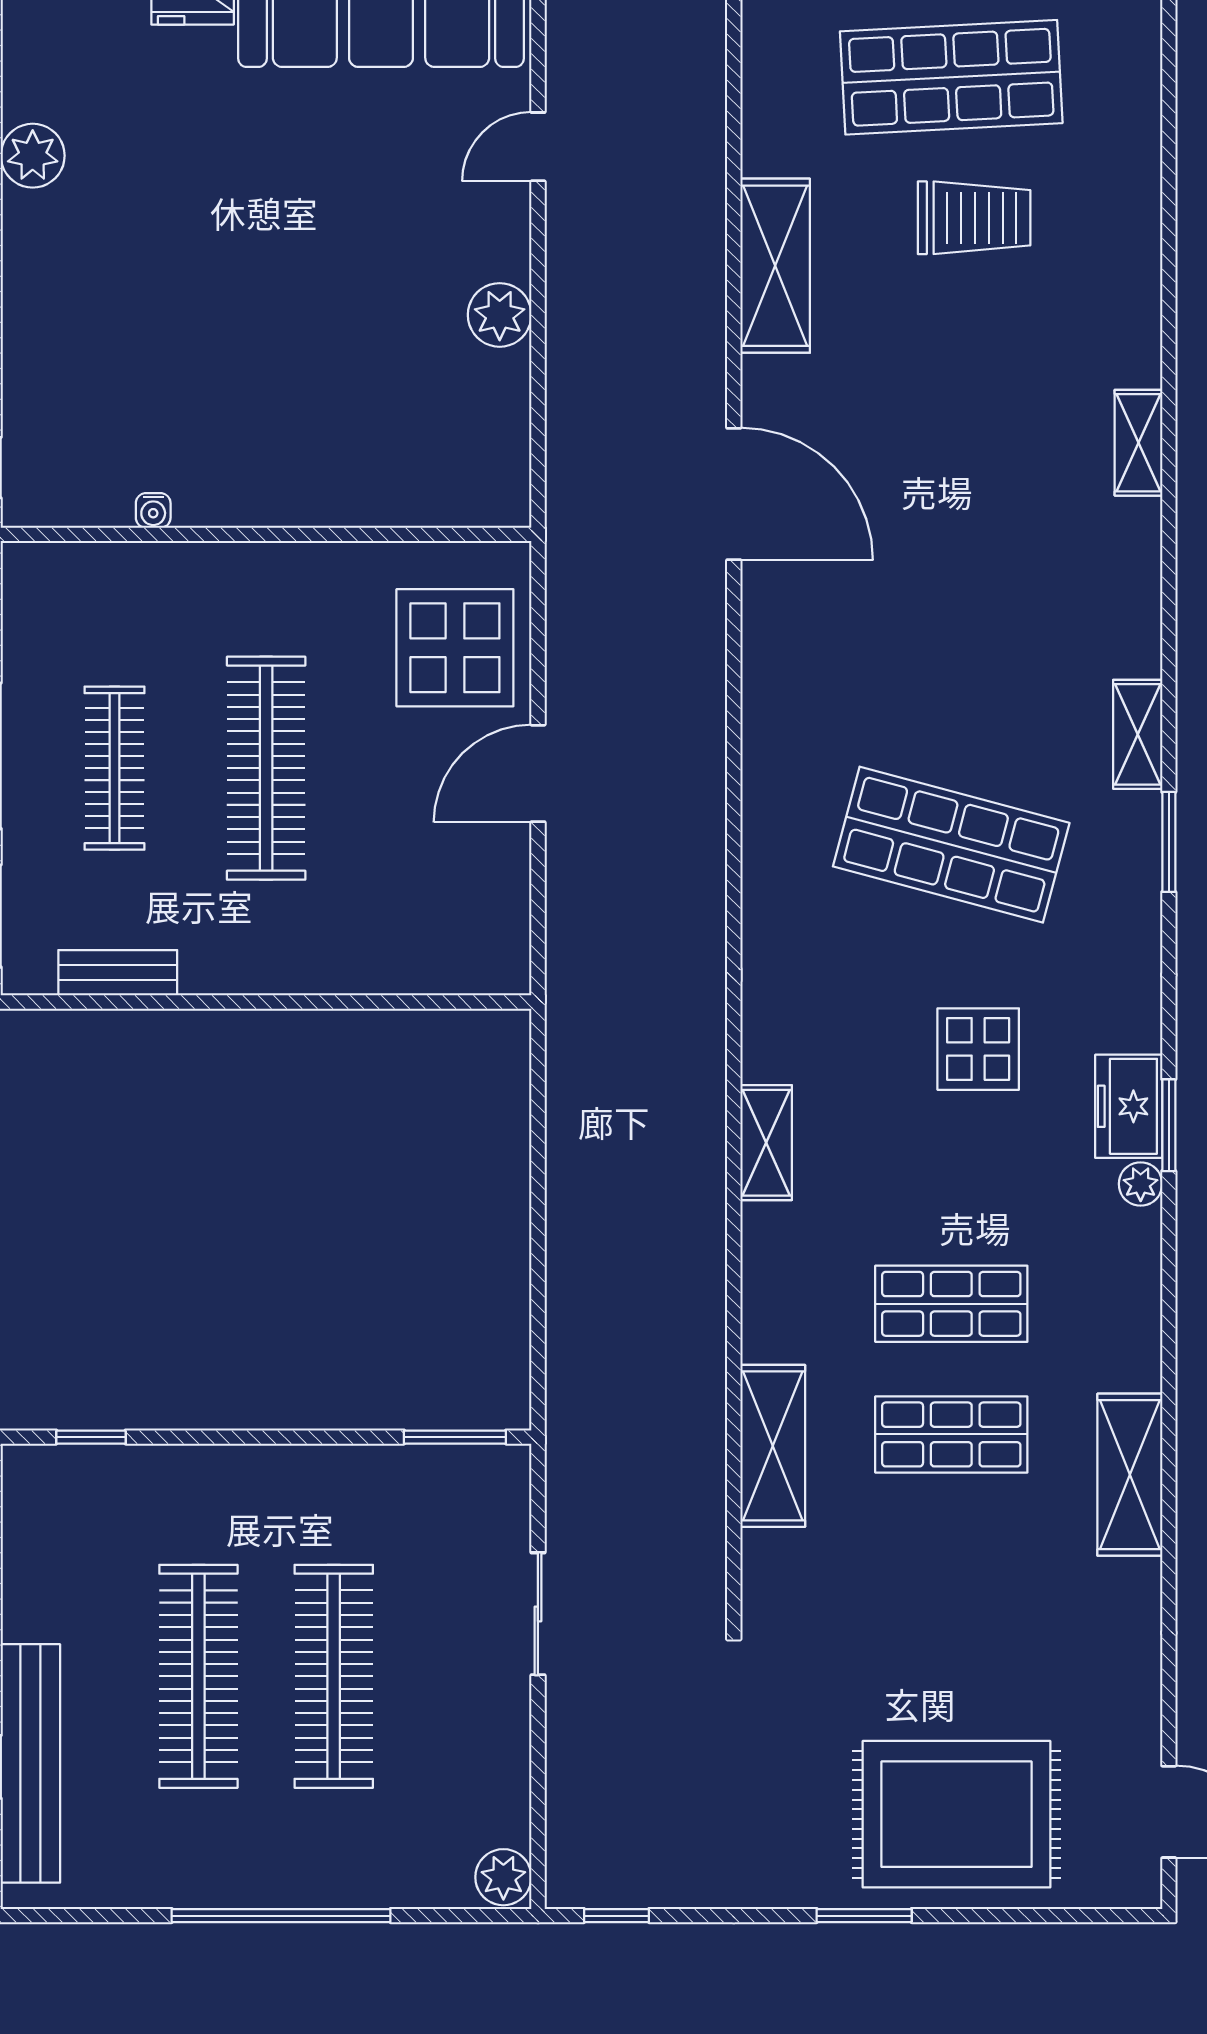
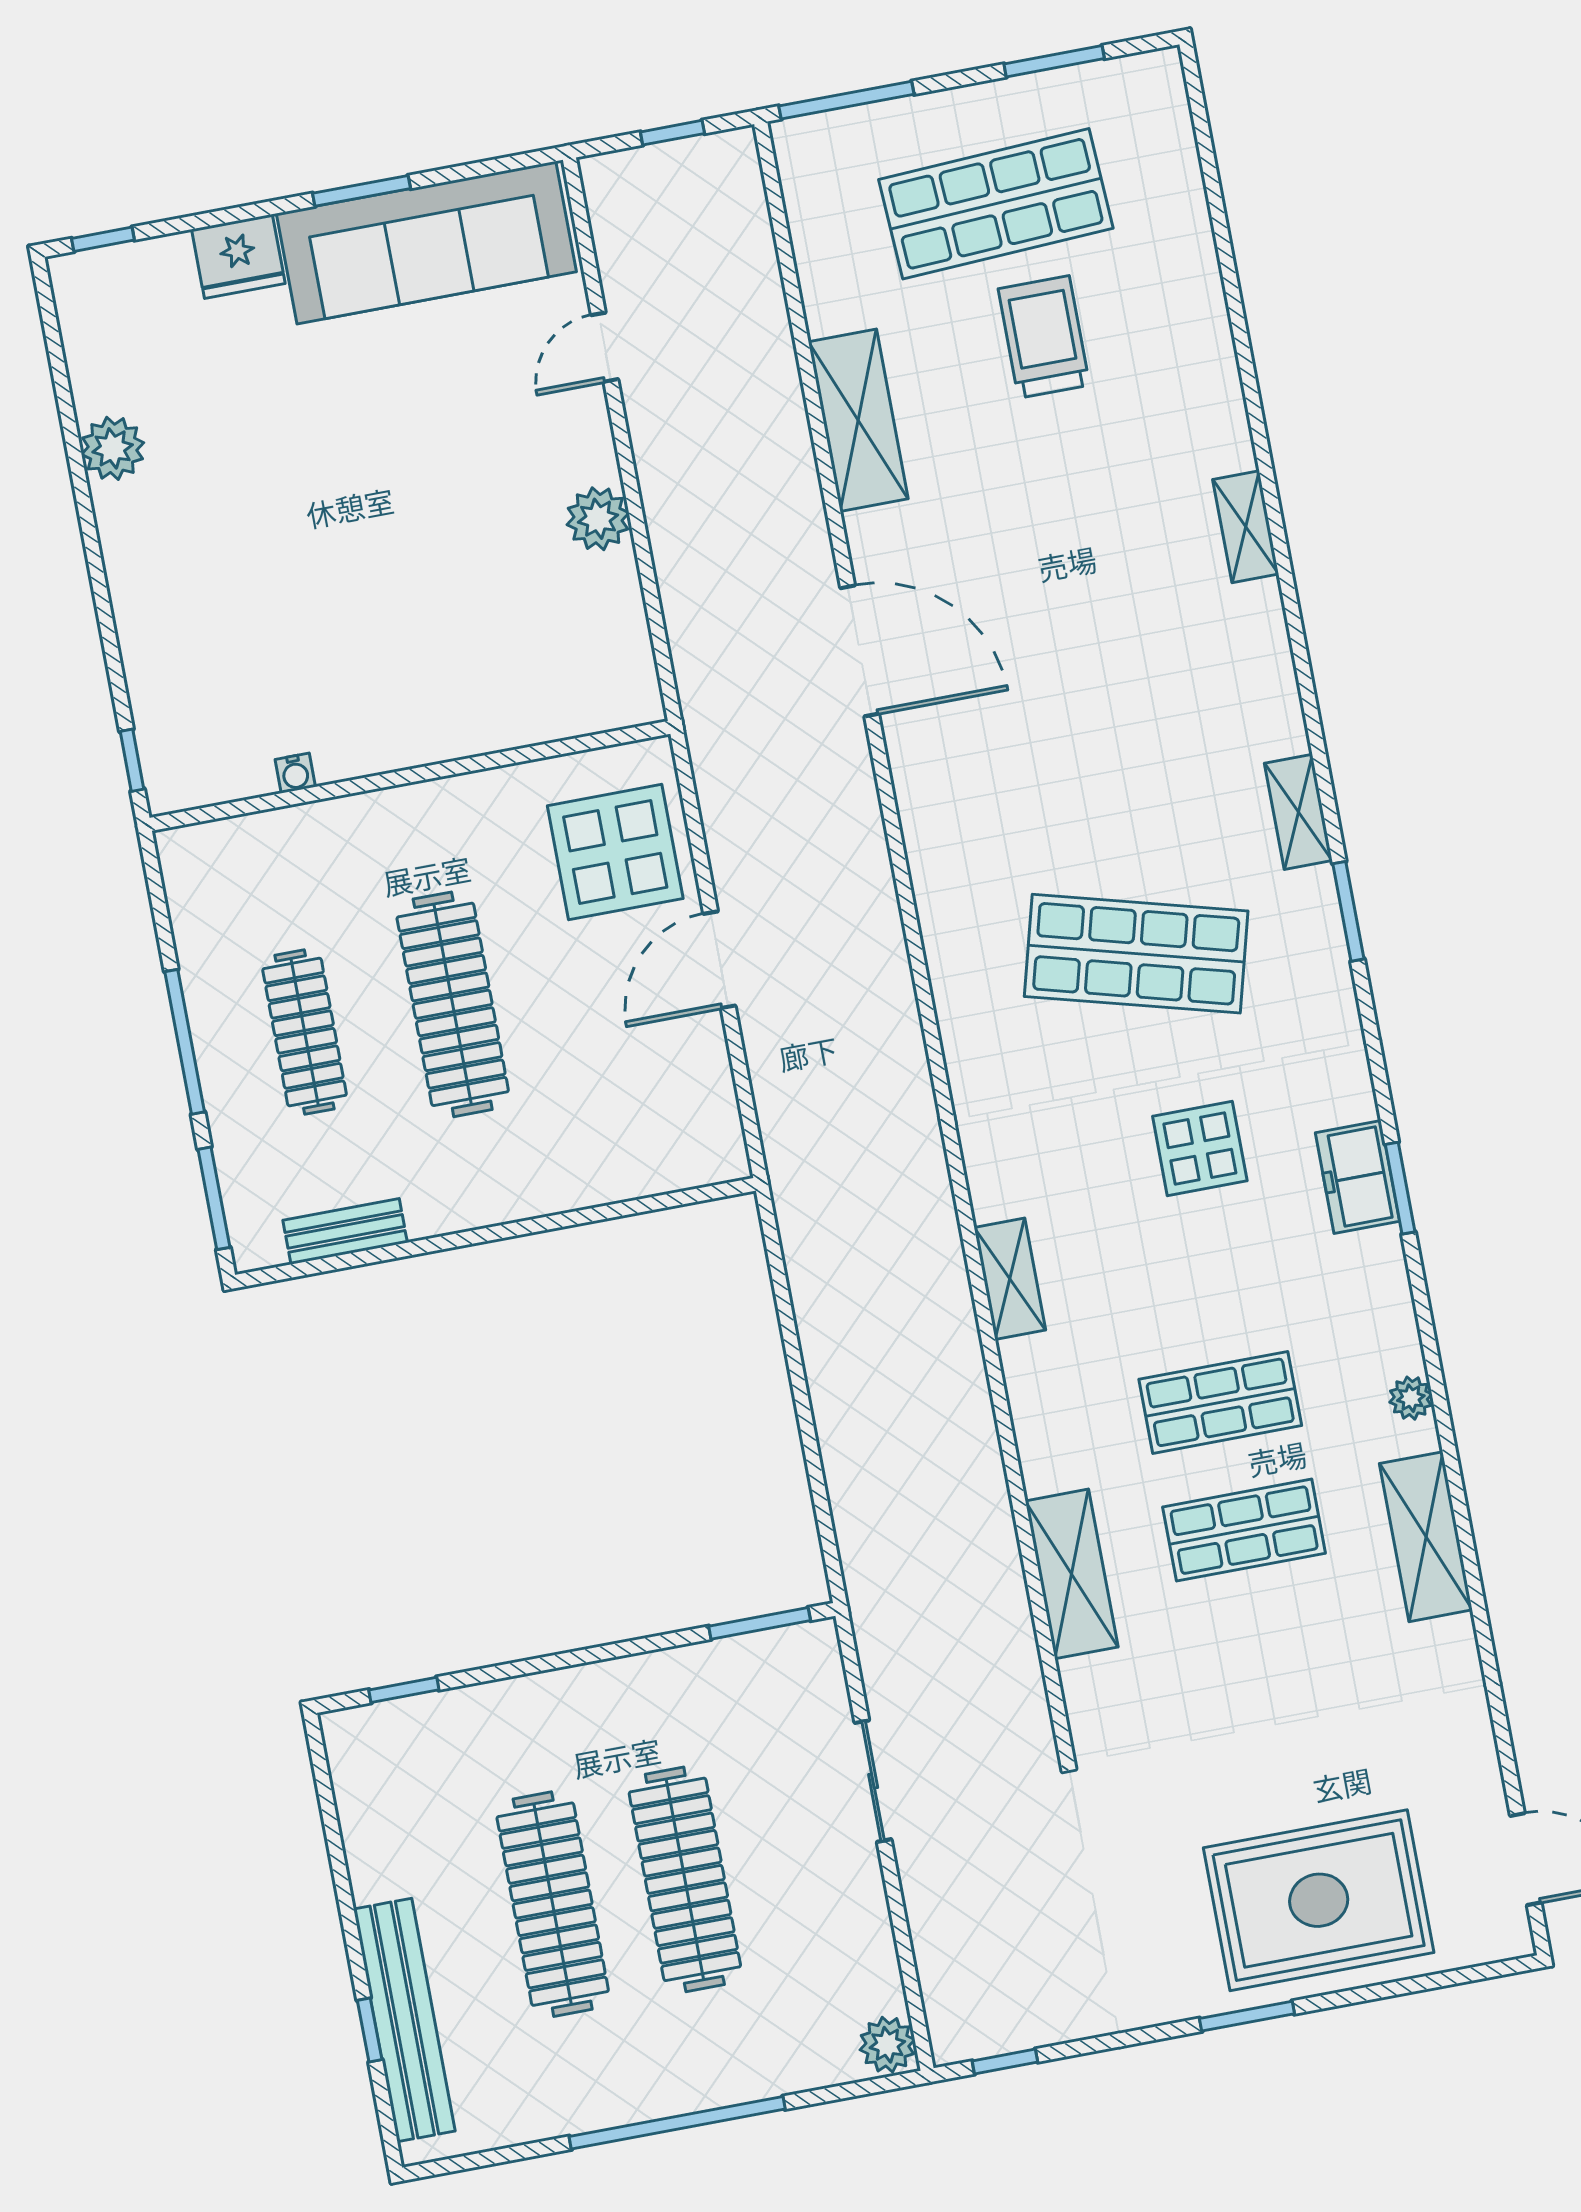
trolley: (974, 218) -> (1044, 337), turned -90
plant: (1141, 1184) -> (1411, 1398), moved

